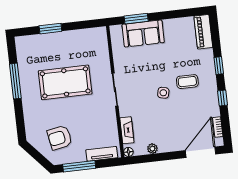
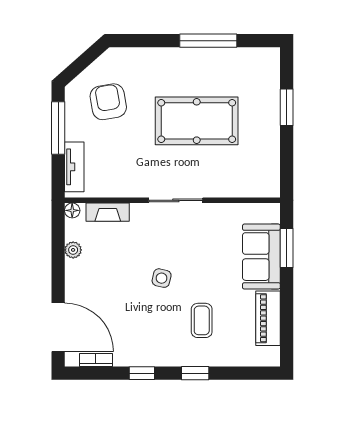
piano: (203, 32) -> (268, 318), moved, turned -90
pool table: (65, 82) -> (197, 121), turned 90
coffee table: (187, 82) -> (202, 320), moved

